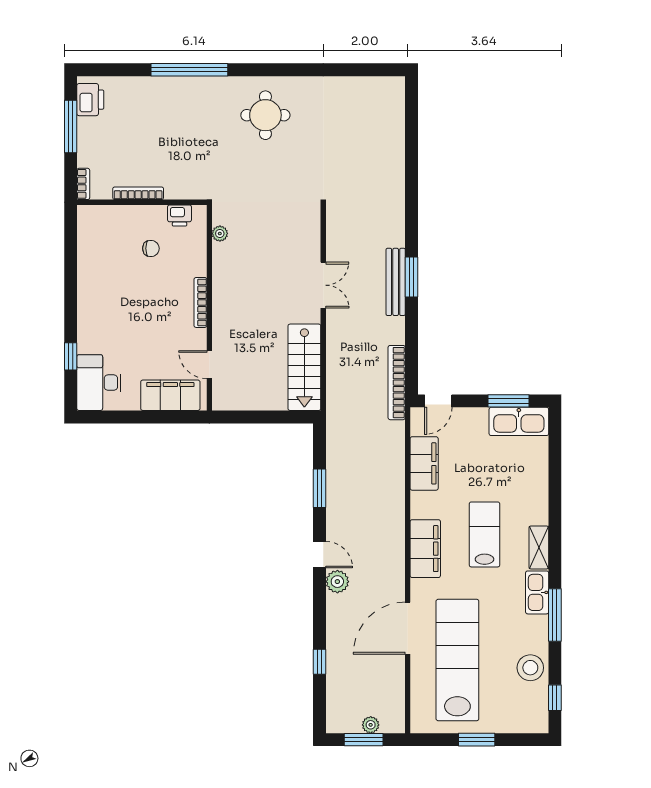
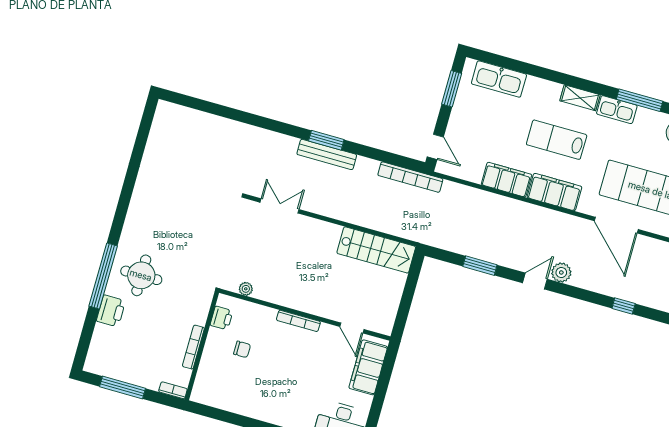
printer: (90, 100) -> (111, 311), moved, turned 90
round table: (265, 115) -> (141, 275), moved
chair: (151, 248) -> (242, 349), turned 90
double door: (323, 285) -> (279, 206), moved
door: (209, 365) -> (352, 328), hinge flipped
kitchen sink: (519, 421) -> (499, 79), moved, turned 90
filing cabinet: (424, 463) -> (507, 180), moved

